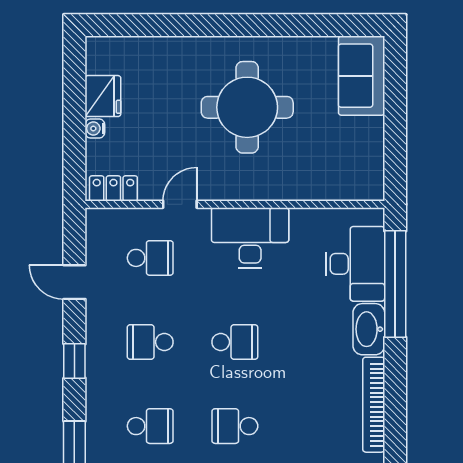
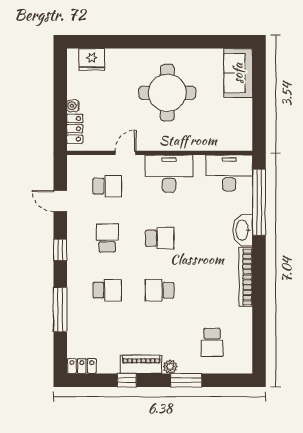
fridge: (103, 96) -> (92, 59), moved, turned 90
locker: (113, 188) -> (75, 129), moved, turned 90
desk: (355, 264) -> (229, 173), moved, turned -90
school desk: (150, 342) -> (107, 238), turned 90

